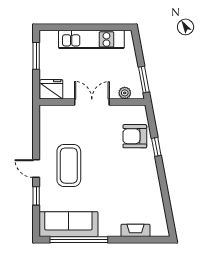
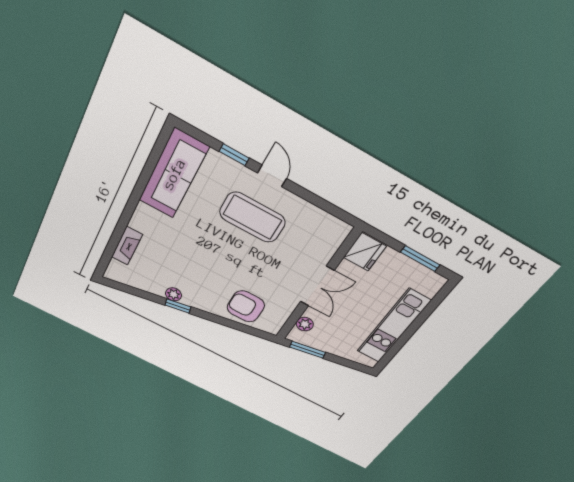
armchair: (135, 136) -> (246, 306), turned -90
window: (156, 147) -> (178, 306), moved
door: (36, 169) -> (272, 176), hinge flipped
plant: (155, 186) -> (173, 294), added
window: (79, 240) -> (146, 175), removed

